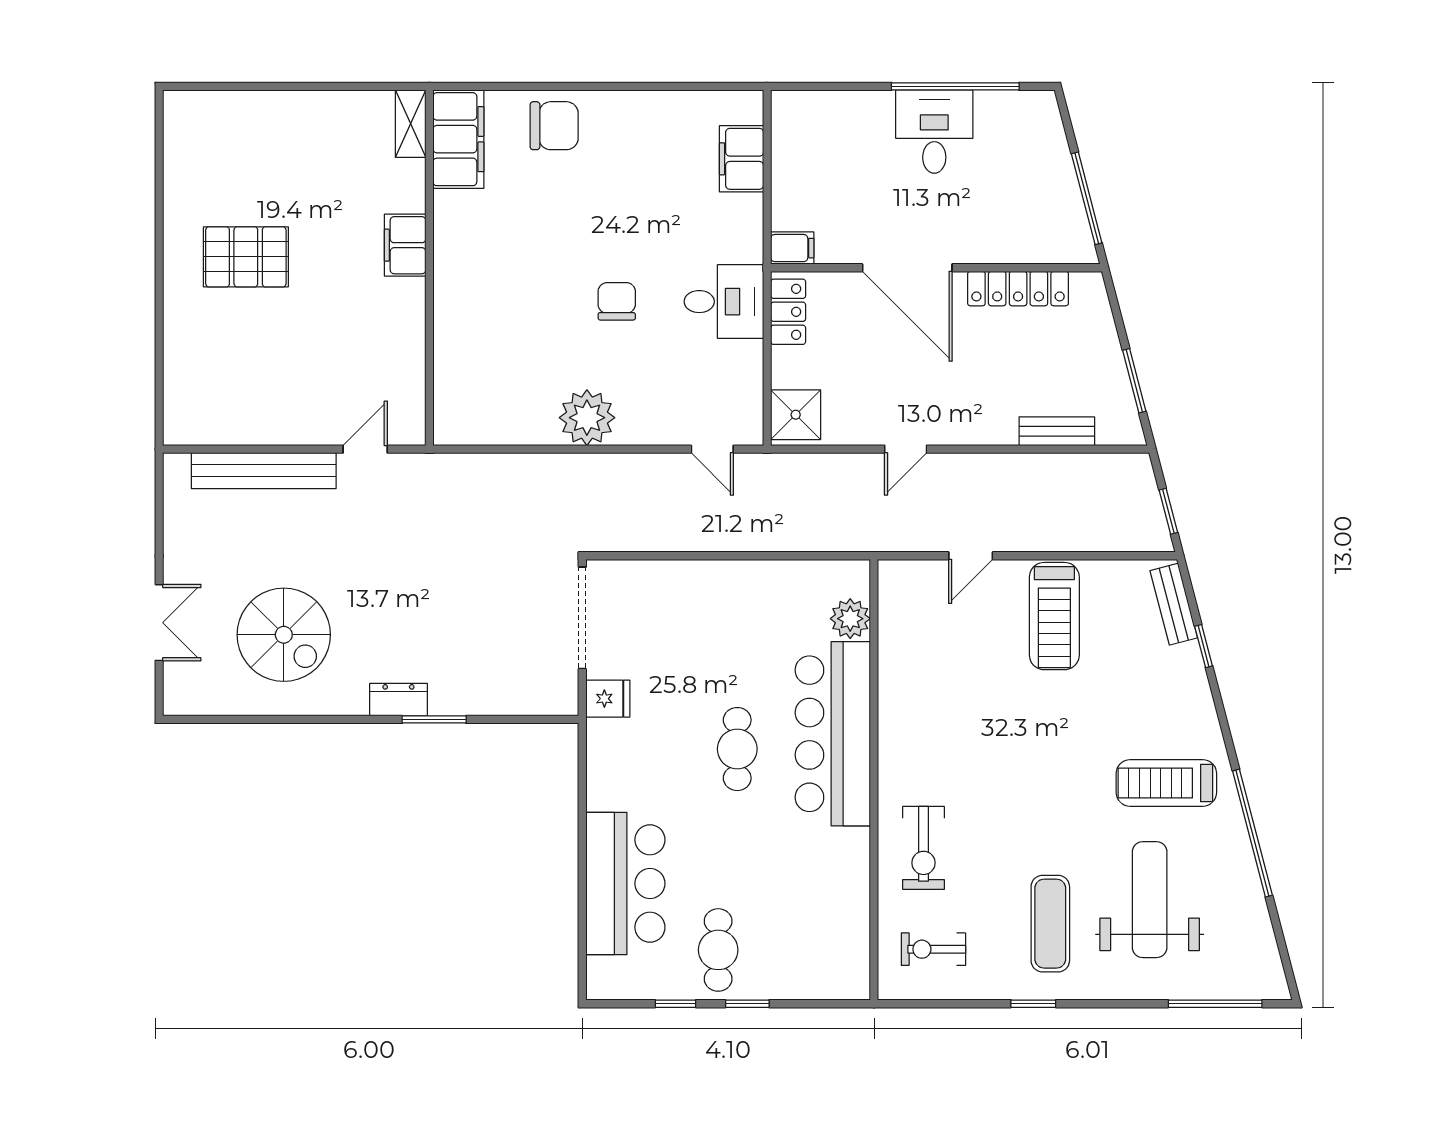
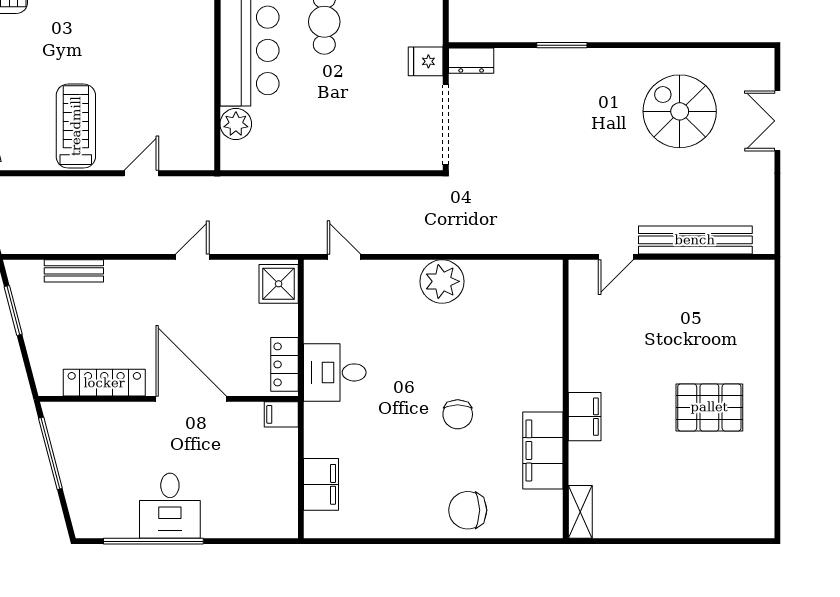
filing cabinet: (458, 139) -> (543, 450), moved
chair: (617, 301) -> (458, 414), moved
dresser: (398, 700) -> (471, 61), moved

